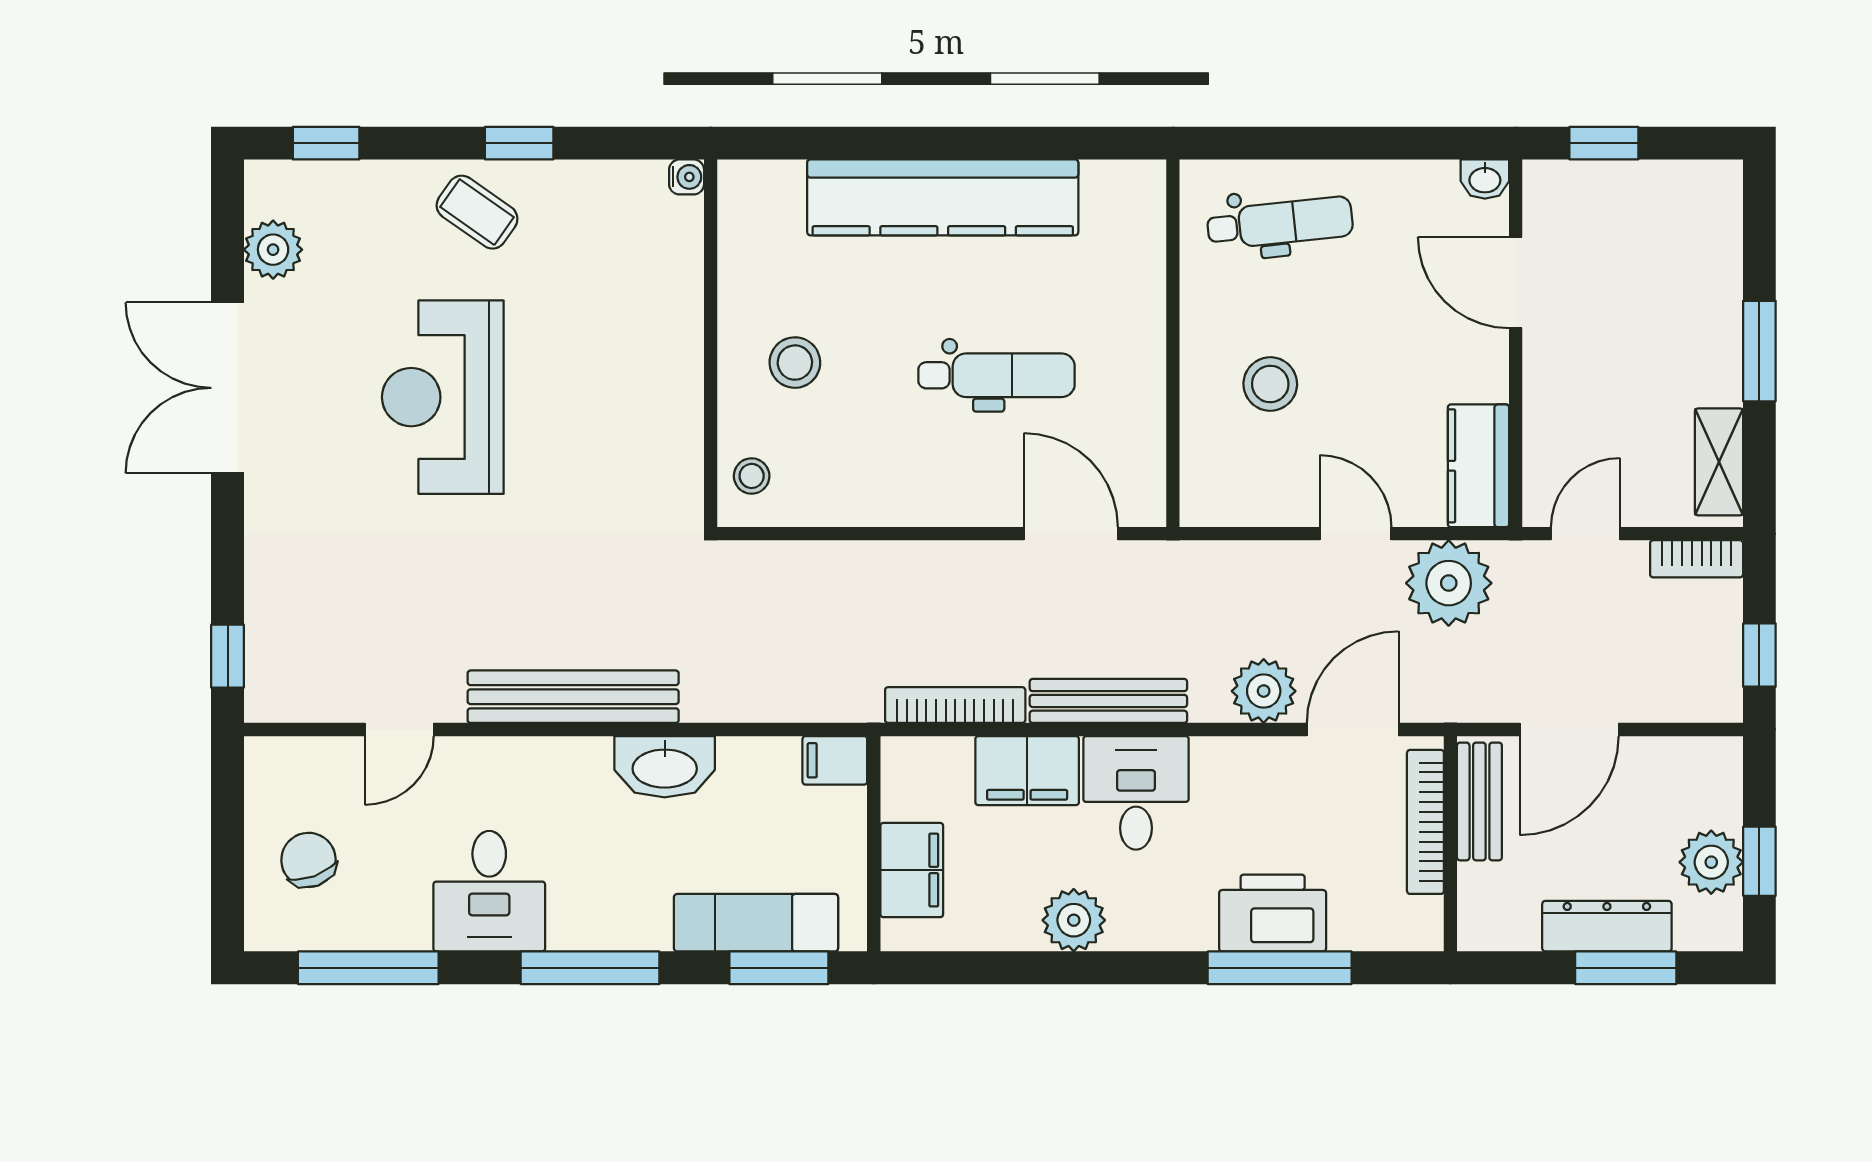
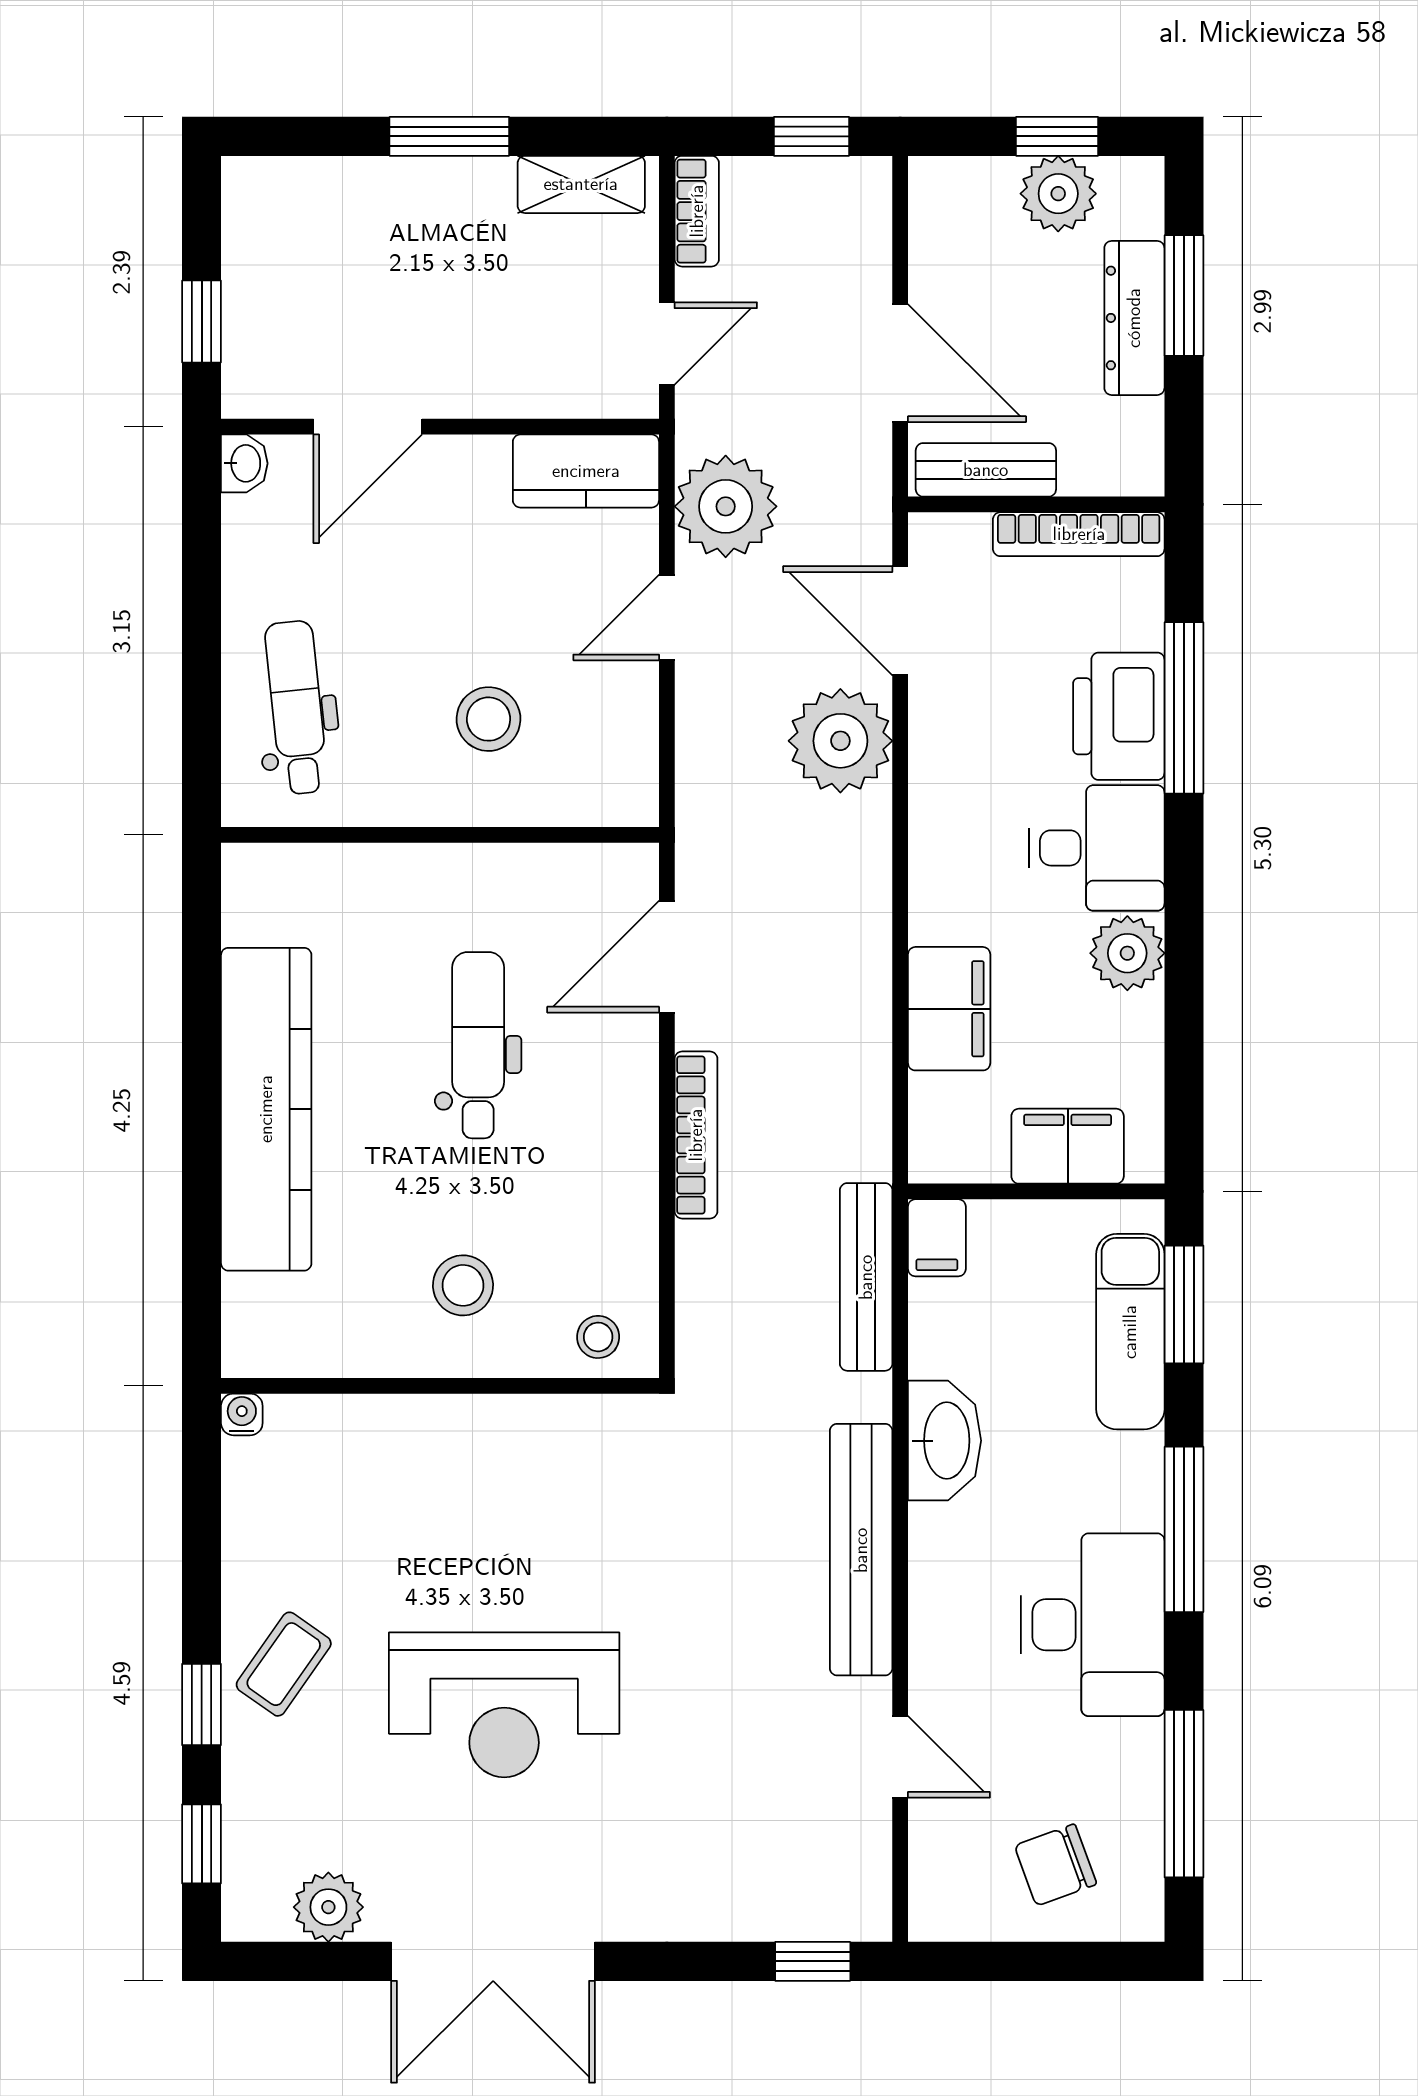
window: (519, 143) -> (202, 1705), moved
door: (1585, 534) -> (667, 343), swing flipped
plant: (1264, 691) -> (840, 741), width x1.36, depth x1.36
bench: (1108, 701) -> (866, 1277), moved
bookcase: (955, 705) -> (696, 1135), moved, turned 180
desk: (1136, 793) -> (1097, 848), moved, turned 180
bookcase: (1425, 822) -> (1079, 534), moved
desk: (489, 891) -> (1093, 1625), width x1.37

